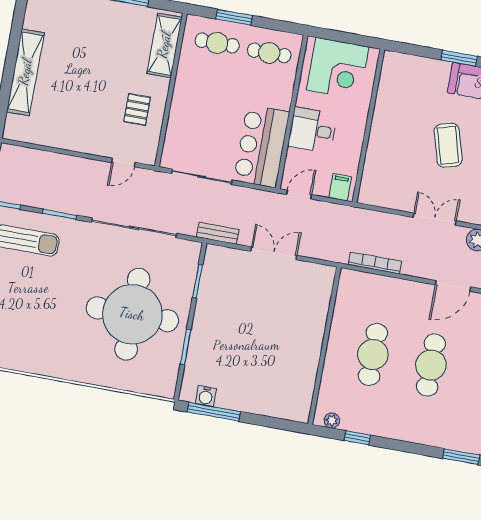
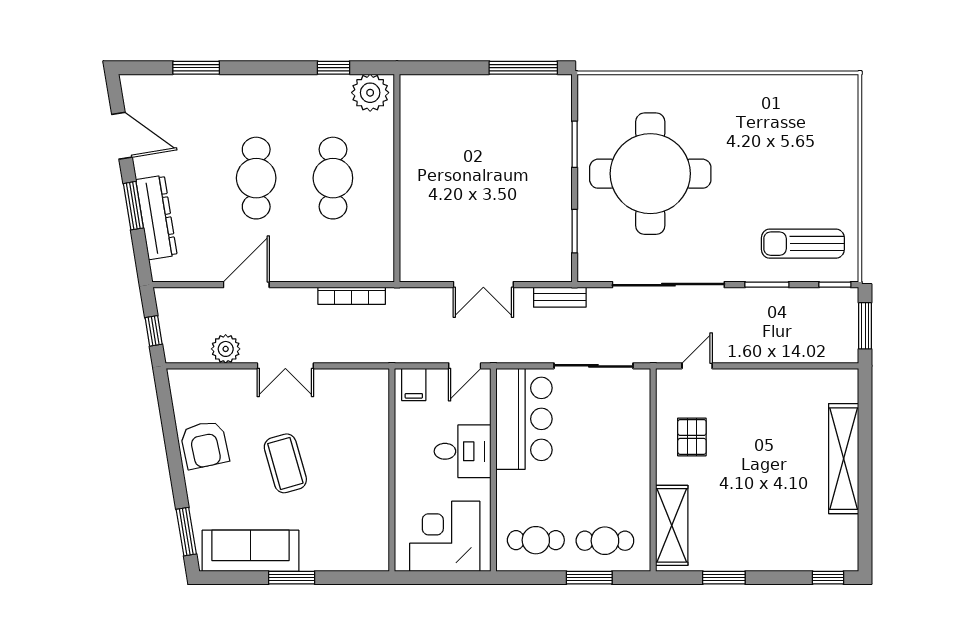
water cooler: (206, 396) -> (537, 86), removed
plant: (332, 421) -> (370, 93), width x1.88, depth x1.88

